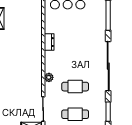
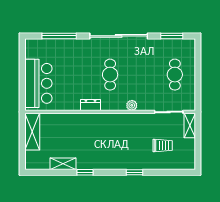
cafe table: (75, 87) -> (110, 75), moved
trolley: (14, 104) -> (163, 146), added

